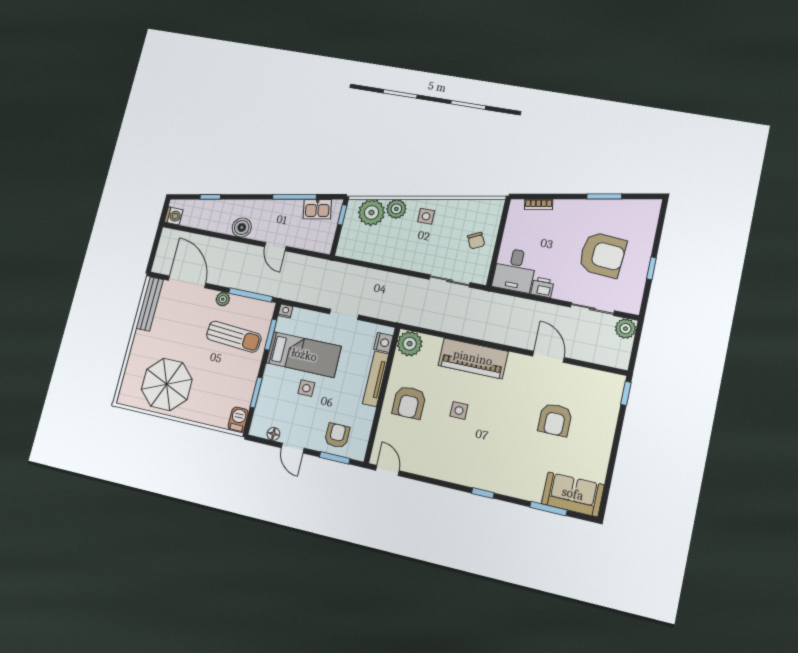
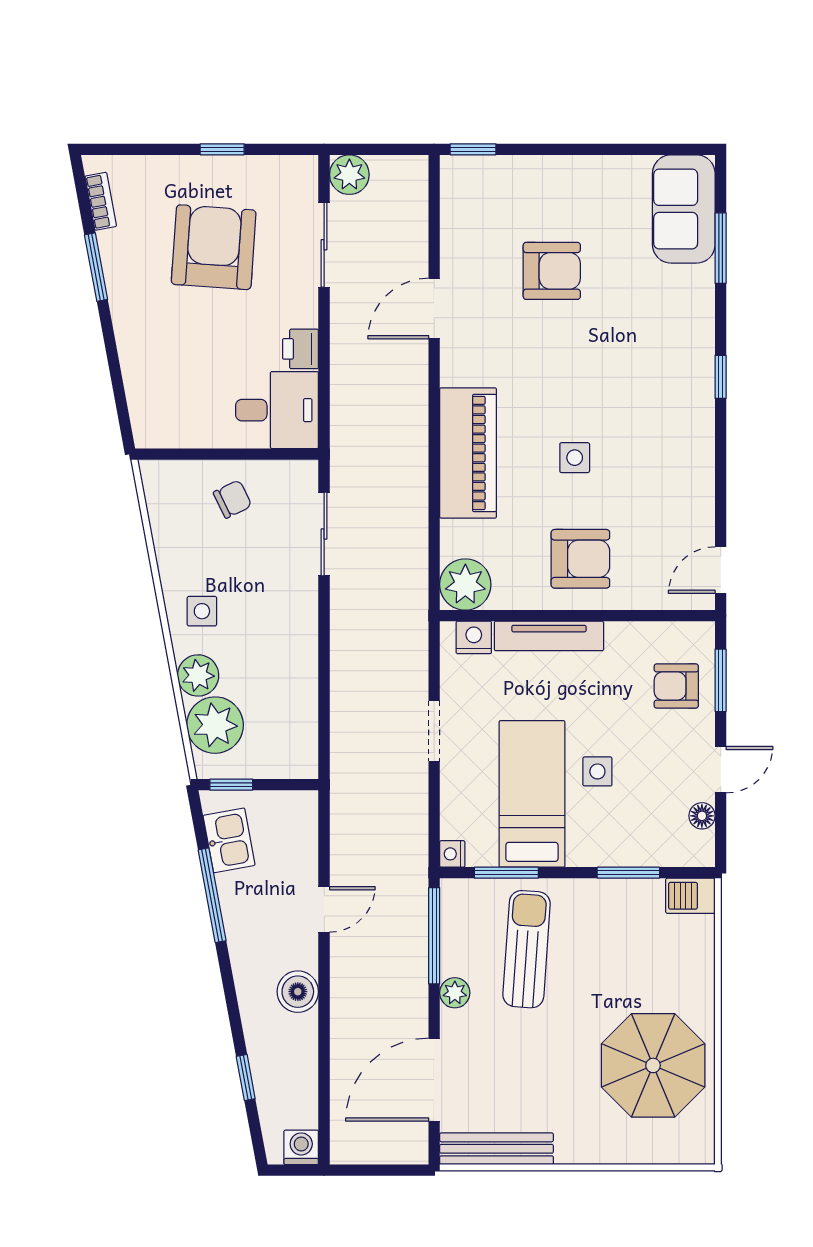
bookcase: (539, 204) -> (101, 201), moved

